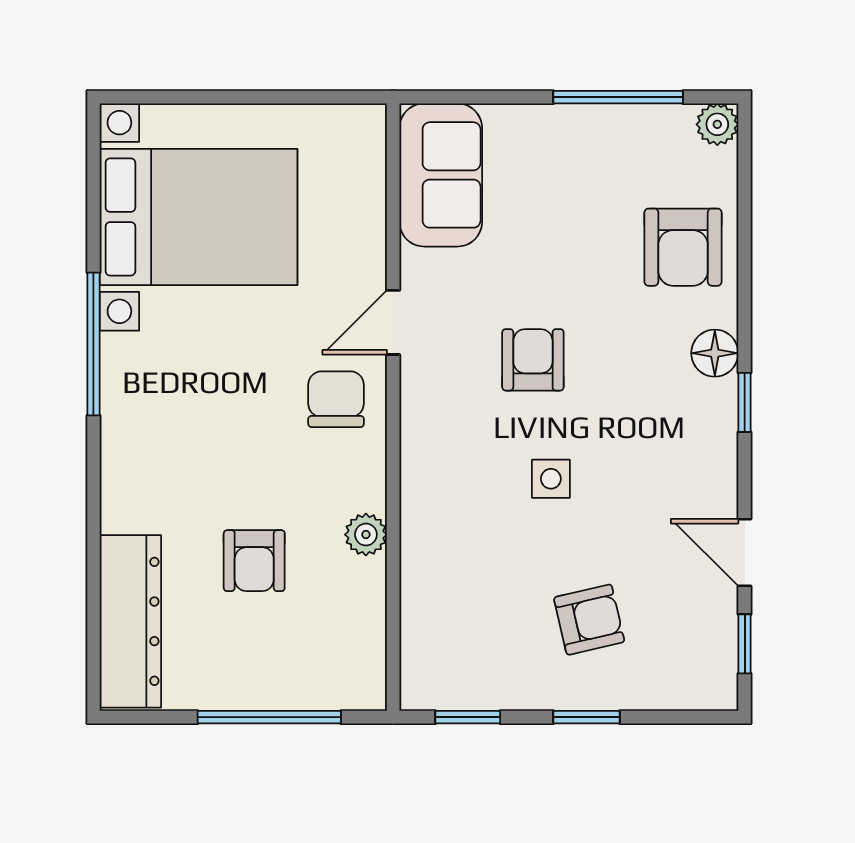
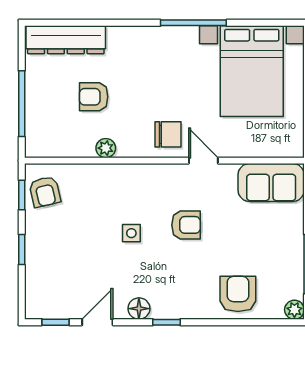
armchair: (683, 247) -> (238, 294), turned 90
floor lamp: (715, 353) -> (139, 309), moved
armchair: (589, 620) -> (45, 192), moved

